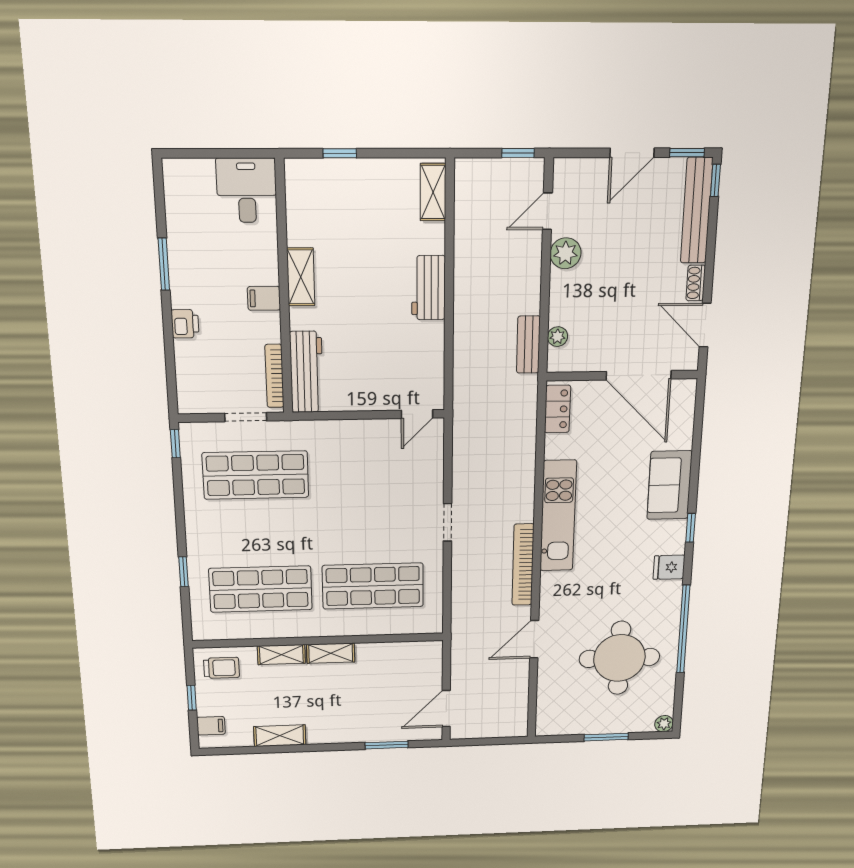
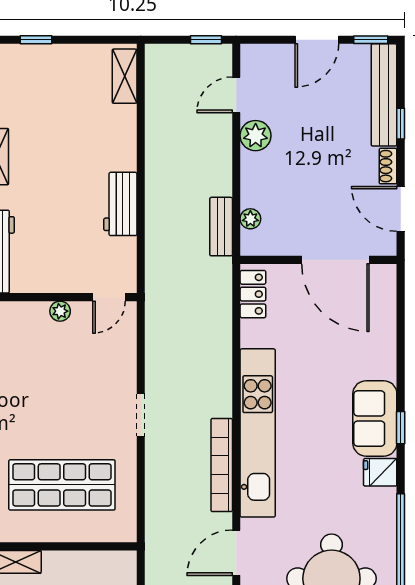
window: (715, 180) -> (401, 124), moved
workbench: (428, 288) -> (120, 204), moved
plant: (369, 428) -> (60, 311), added
sofa: (670, 485) -> (375, 418), moved
kitchen unit: (558, 516) -> (258, 433), width x1.36

